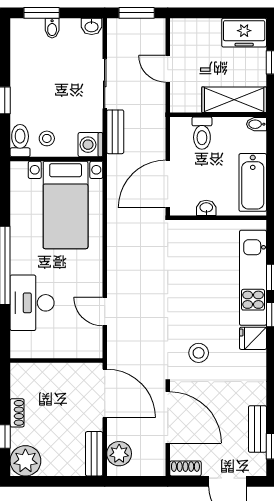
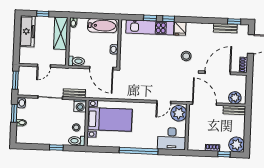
window: (42, 13) -> (14, 113), moved
freezer: (244, 33) -> (27, 31), width x1.40
toilet: (202, 133) -> (76, 61), moved
desk: (32, 303) -> (172, 139), moved
plant: (83, 343) -> (179, 113), added
door: (105, 393) -> (204, 104), hinge flipped

